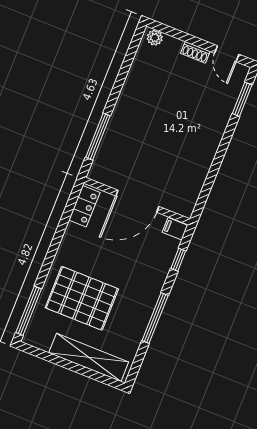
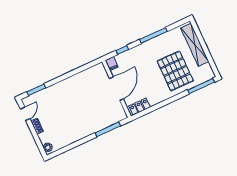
door: (137, 201) -> (116, 89), hinge flipped

